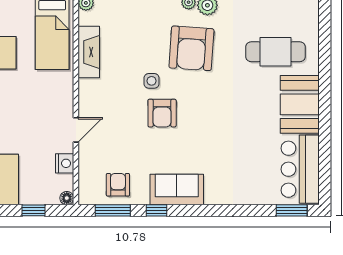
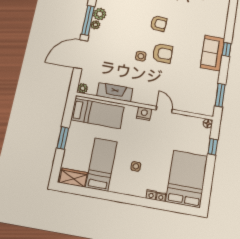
armchair: (191, 48) -> (159, 24), moved, width x0.53, depth x0.53
nightstand: (65, 163) -> (144, 114), moved
armchair: (118, 185) -> (204, 89), removed
window: (157, 210) -> (227, 49), moved

